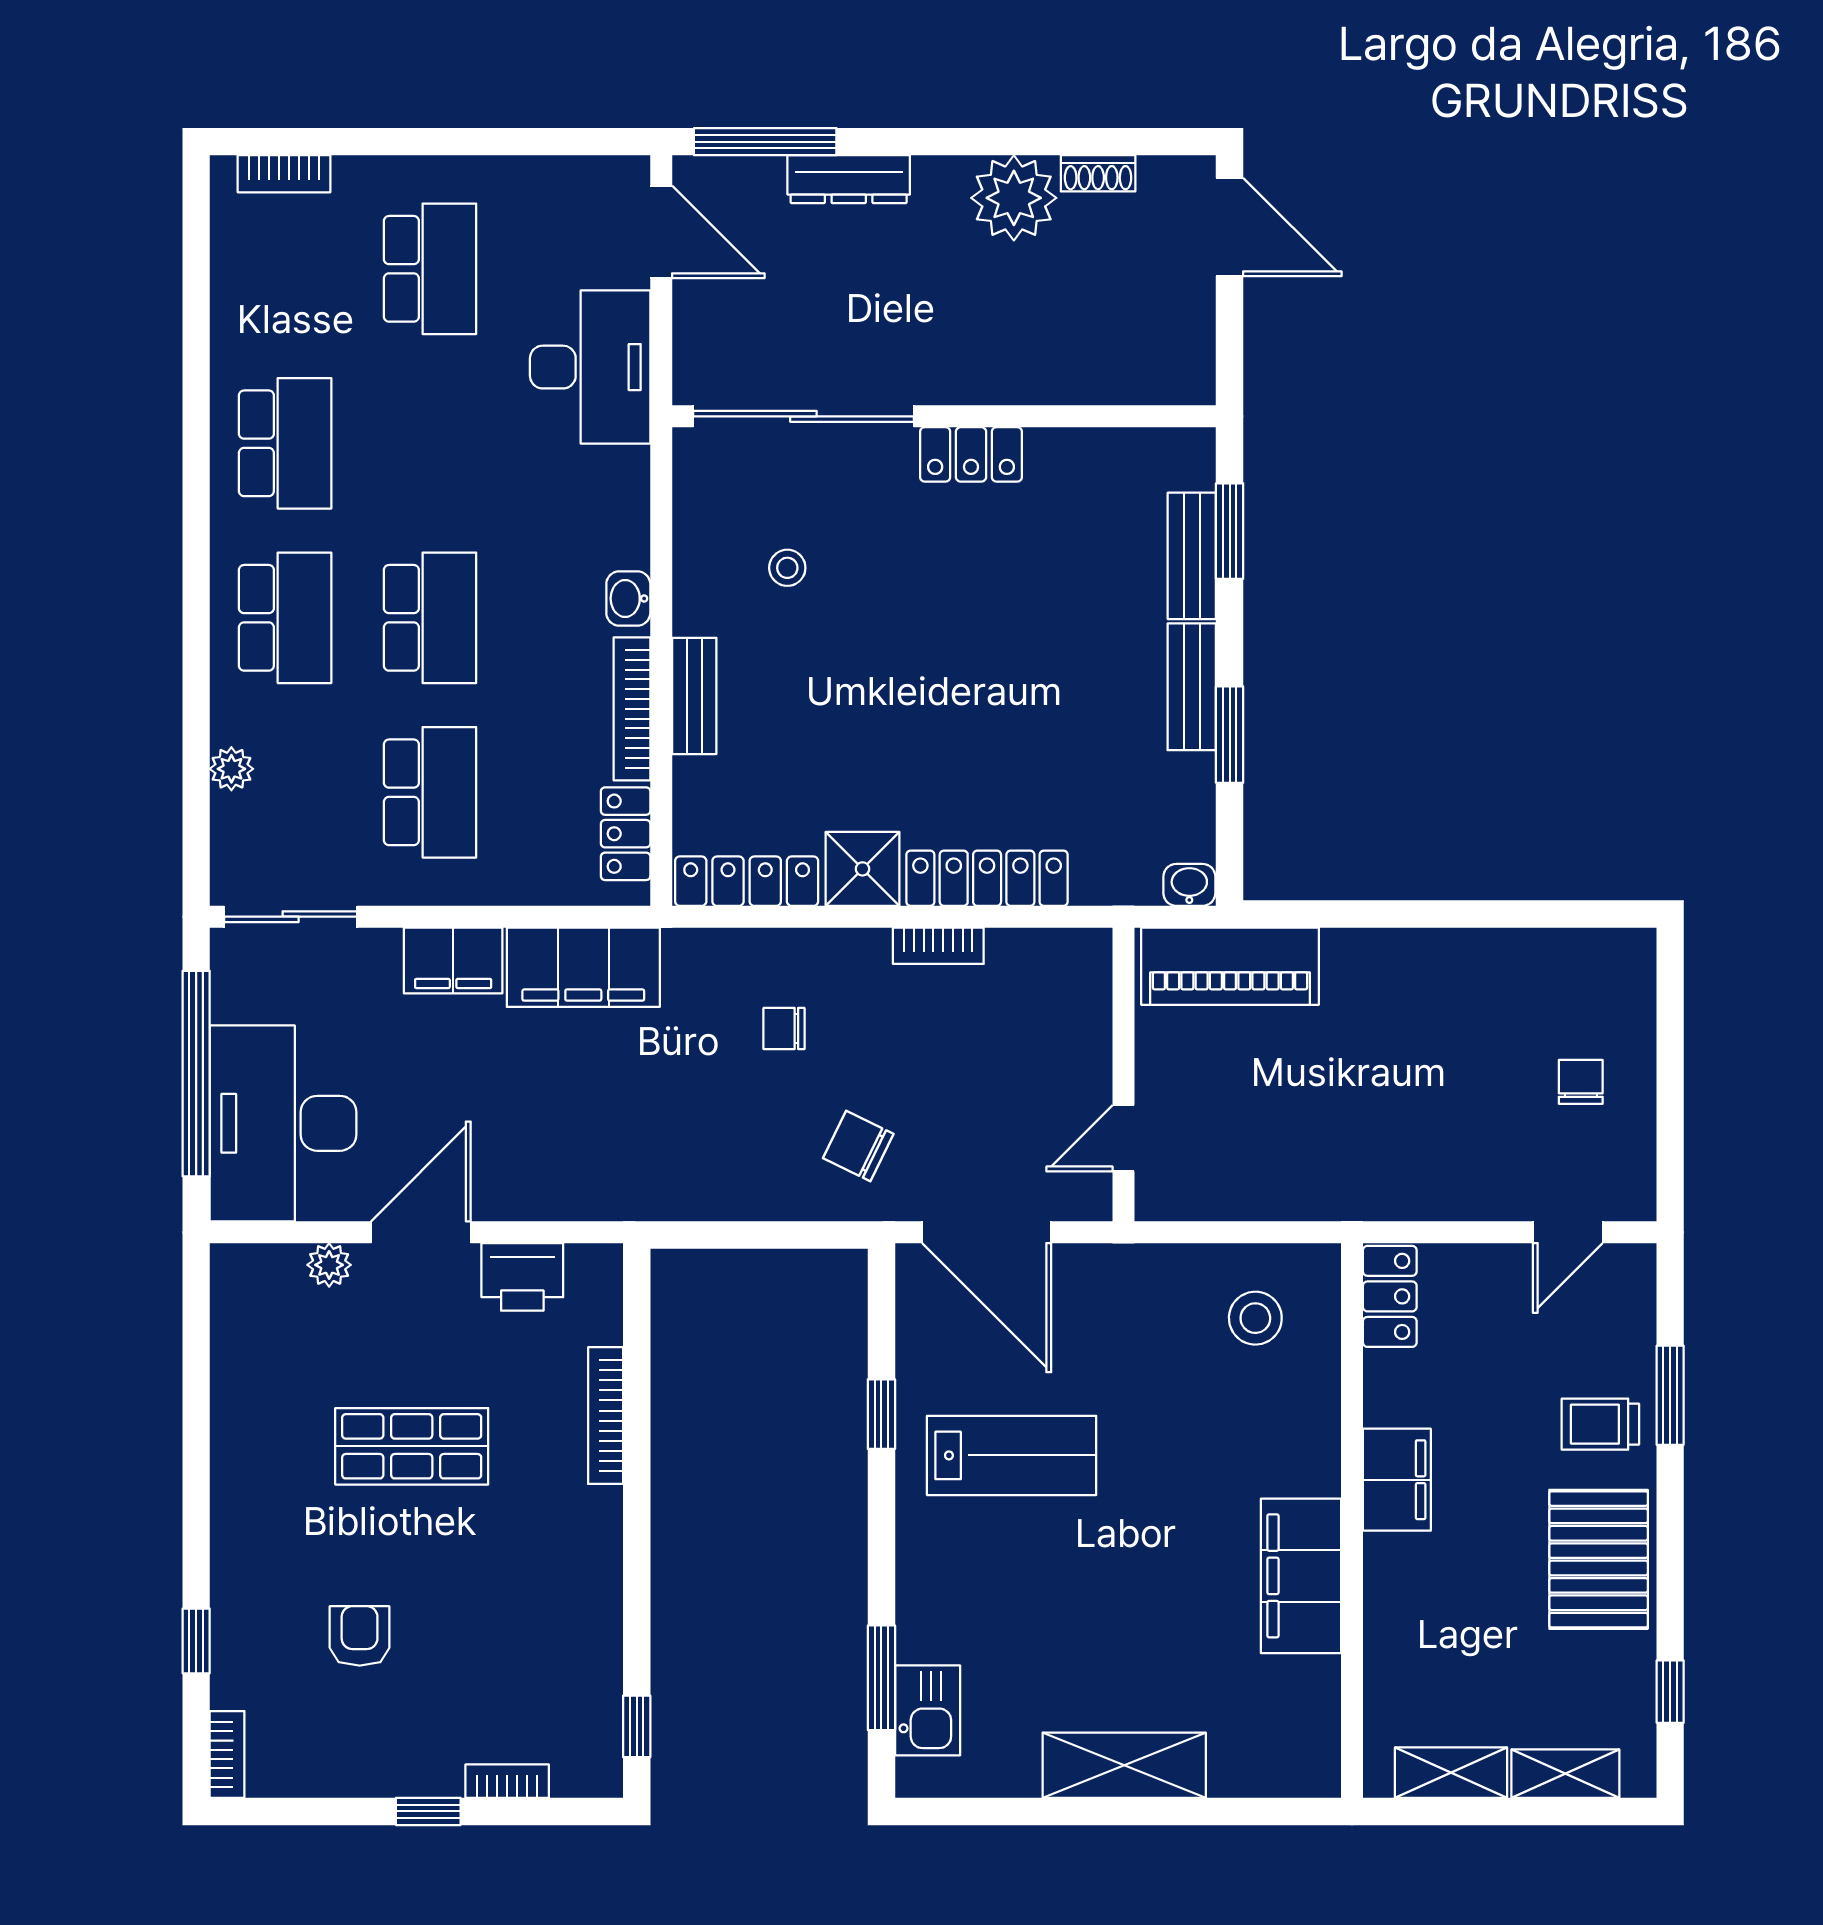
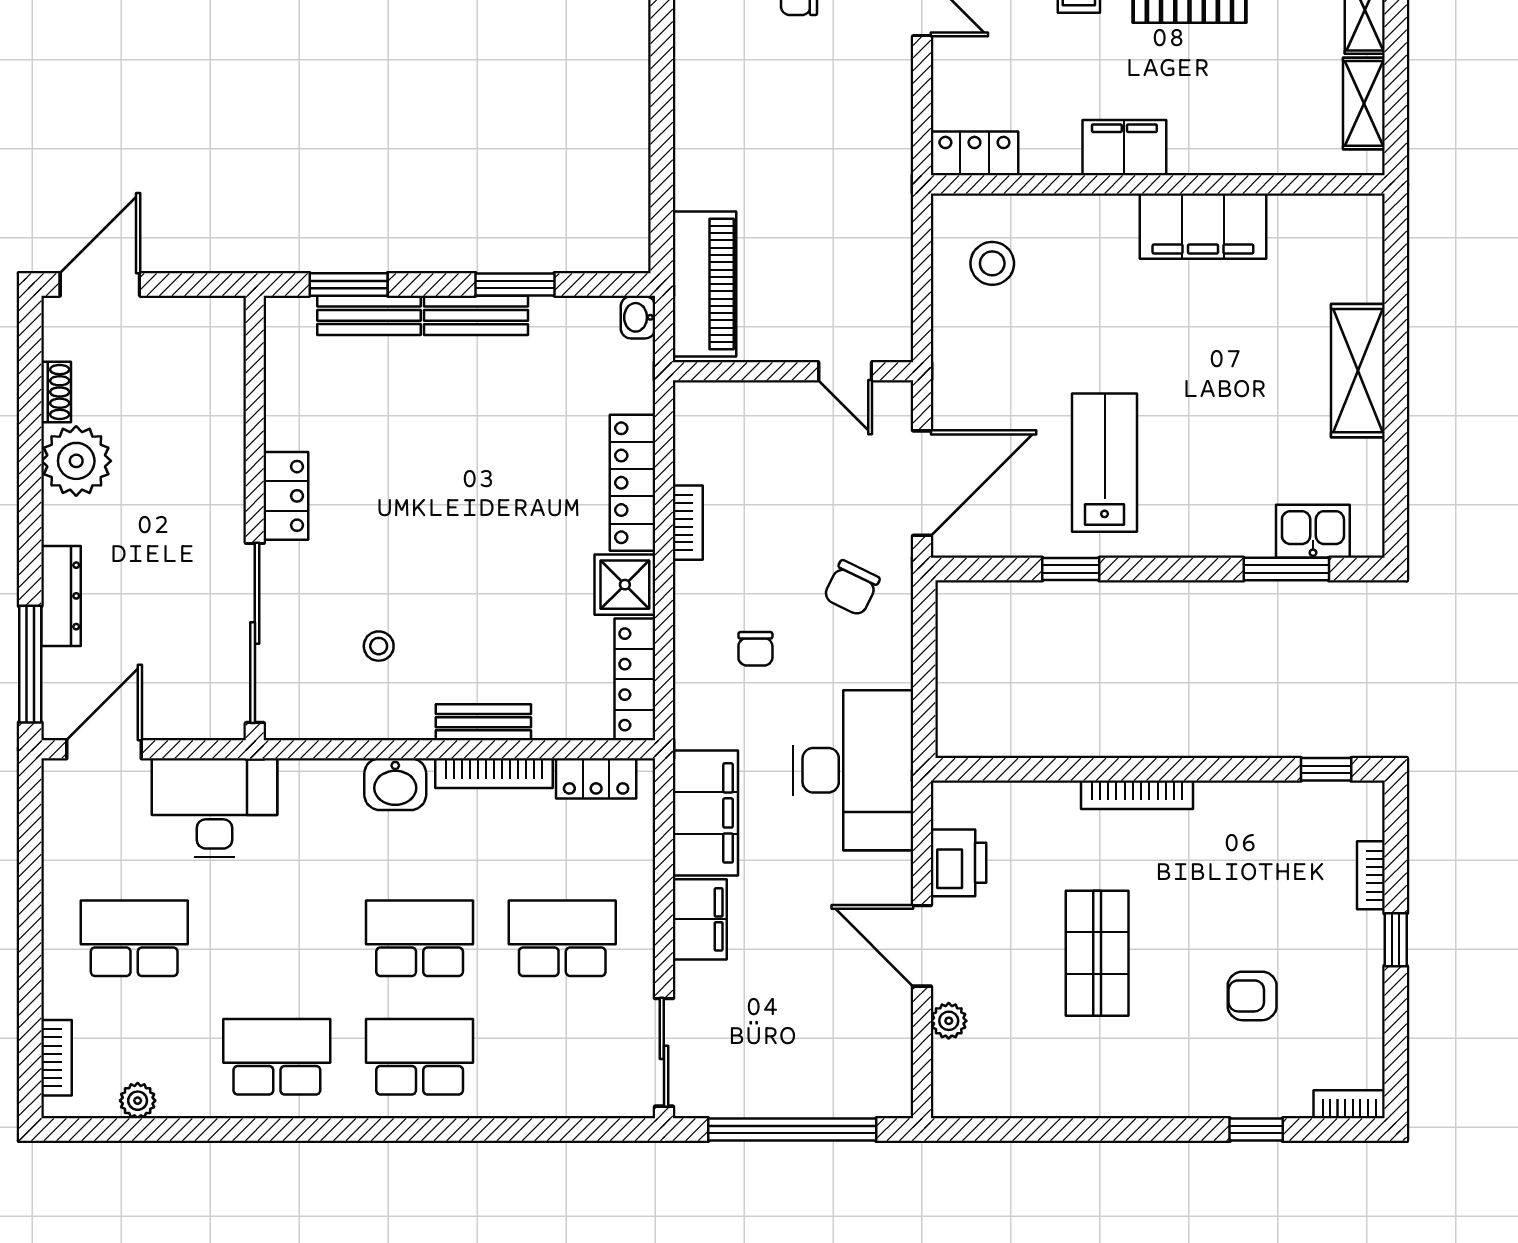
washbasin: (628, 598) -> (395, 784), width x1.38, depth x1.45
plant: (231, 769) -> (138, 1101), moved
desk: (283, 1123) -> (853, 770), moved, turned -90
bookcase: (606, 1416) -> (1137, 795), moved

